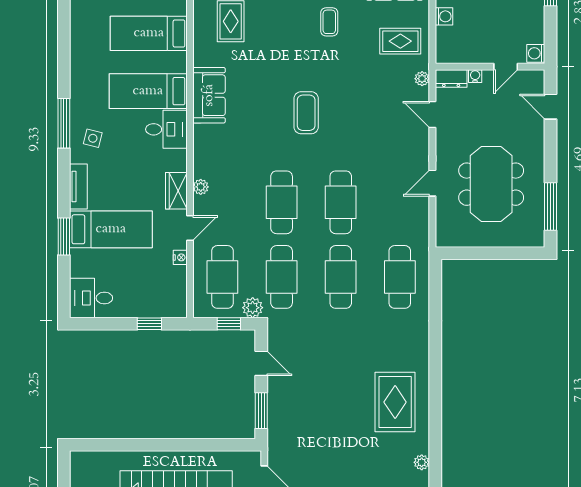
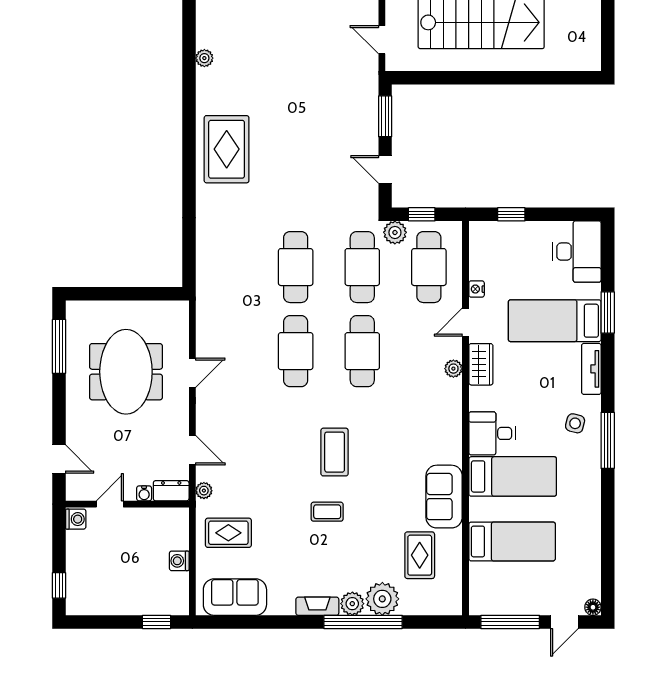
coffee table: (329, 22) -> (327, 512), moved, turned 90
sofa: (209, 95) -> (444, 497), moved
cafe table: (400, 277) -> (229, 267), removed
desk: (91, 298) -> (577, 252), width x1.37
rug: (395, 402) -> (227, 149), moved

